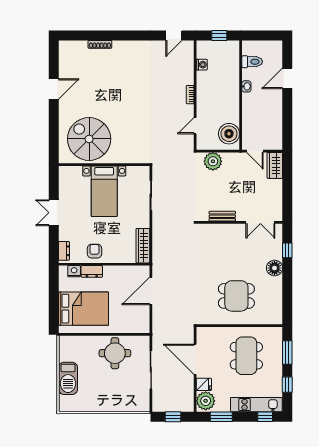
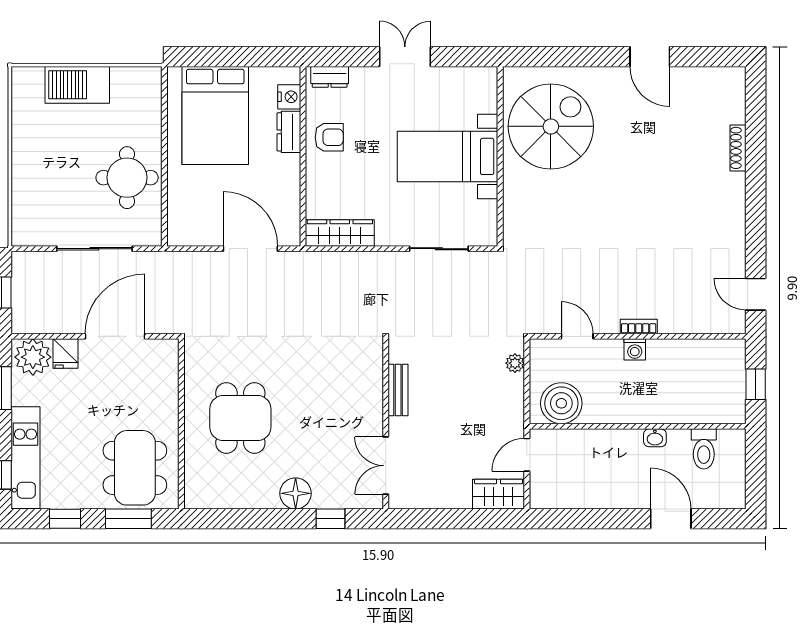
washing machine: (202, 65) -> (635, 349), moved
plant: (213, 161) -> (515, 363), width x0.53, depth x0.53
dining table: (246, 356) -> (135, 468), moved, turned 90

